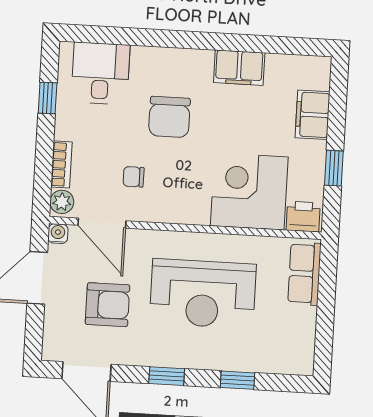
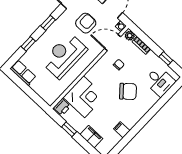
filing cabinet: (239, 68) -> (122, 130), width x0.50
chair: (169, 117) -> (128, 91), turned 139
row of seats: (304, 274) -> (23, 73), moved
armchair: (108, 305) -> (86, 23), turned 180

